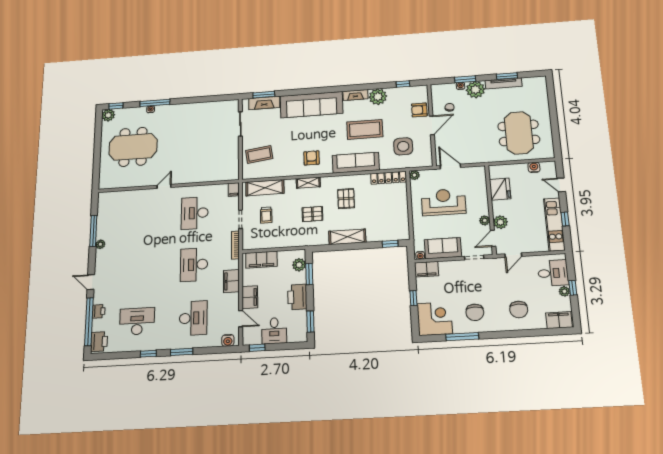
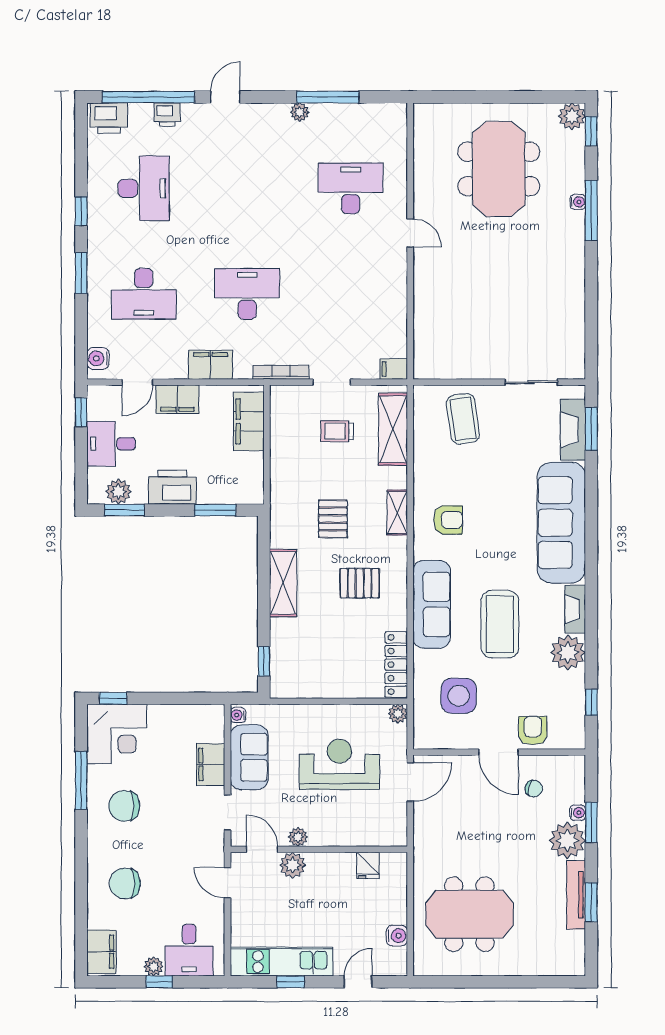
fridge: (500, 189) -> (368, 865), width x0.53, depth x0.75
reception desk: (443, 202) -> (339, 764), turned -90
desk: (195, 213) -> (351, 188), moved
plant: (299, 265) -> (118, 492), moved
filing cabinet: (427, 269) -> (211, 765), moved
window: (413, 298) -> (113, 698), moved

